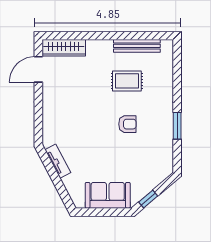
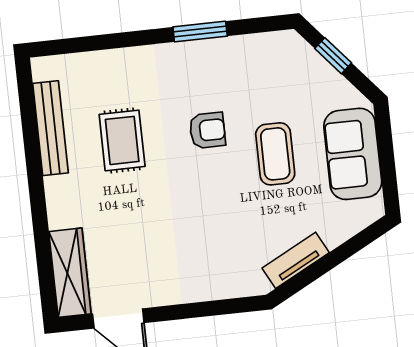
armchair: (127, 124) -> (207, 130), turned 90
coffee table: (112, 157) -> (275, 154), added
window: (148, 199) -> (333, 56), moved

